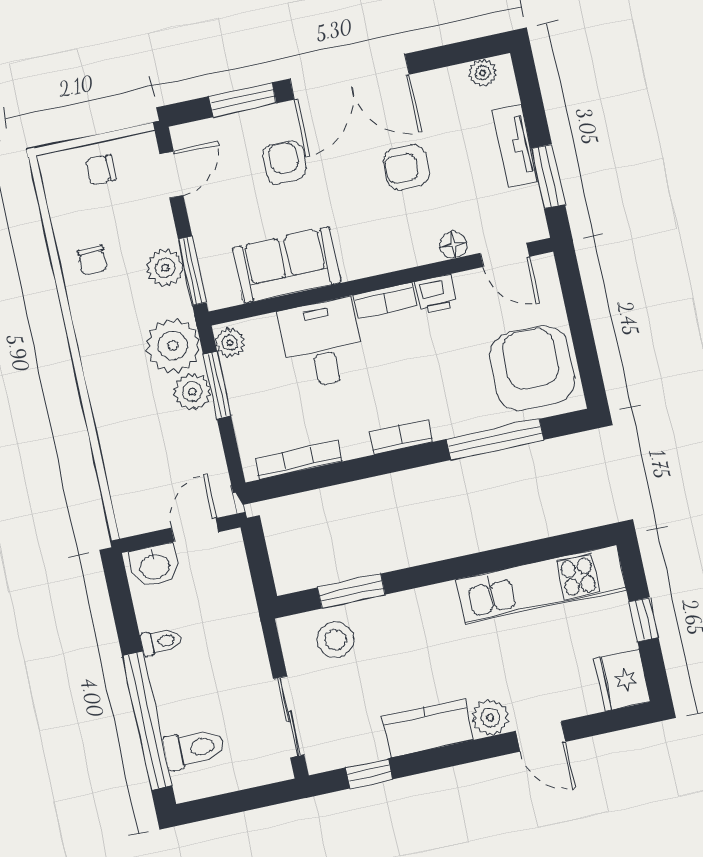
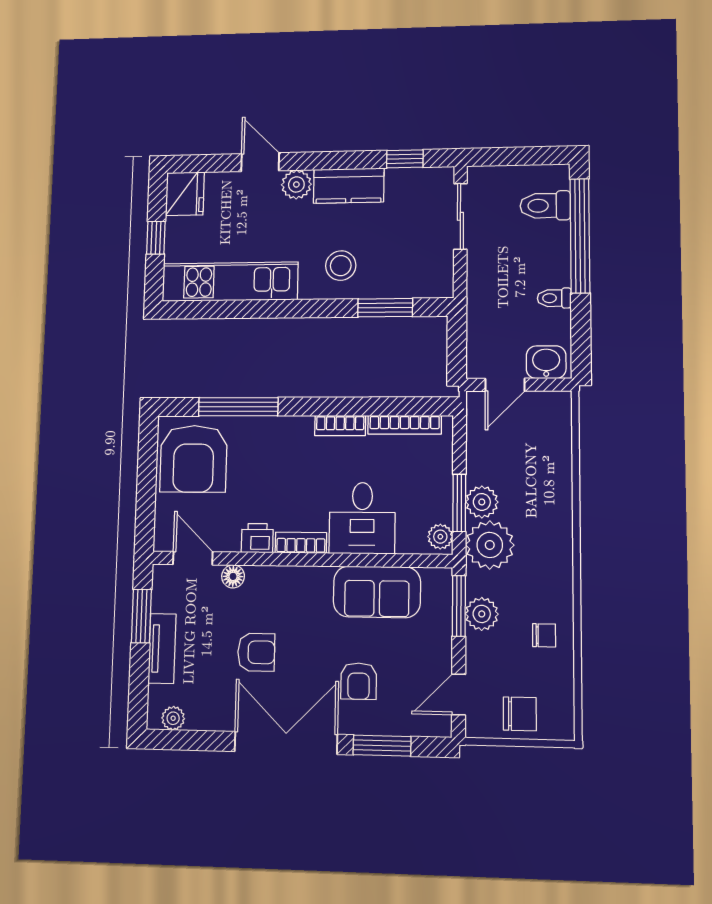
chair: (101, 170) -> (520, 714), width x1.37, depth x1.37
chair: (93, 260) -> (544, 635), turned 90
bookcase: (401, 437) -> (340, 426), moved
stool: (335, 640) -> (341, 266), moved

